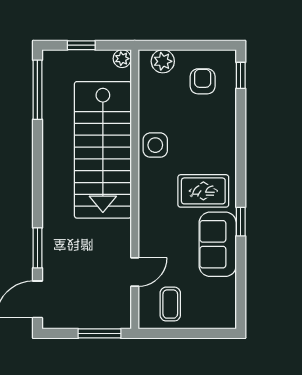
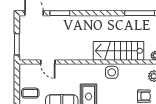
stairs: (103, 150) -> (118, 51), width x0.73, depth x0.66
coffee table: (170, 304) -> (30, 93), moved

